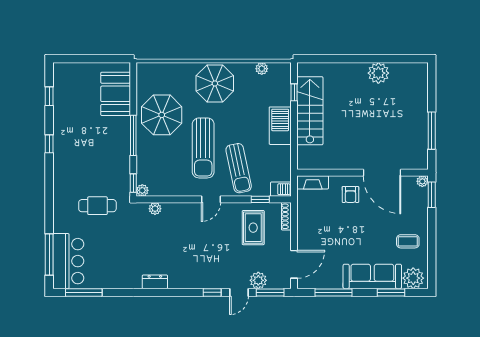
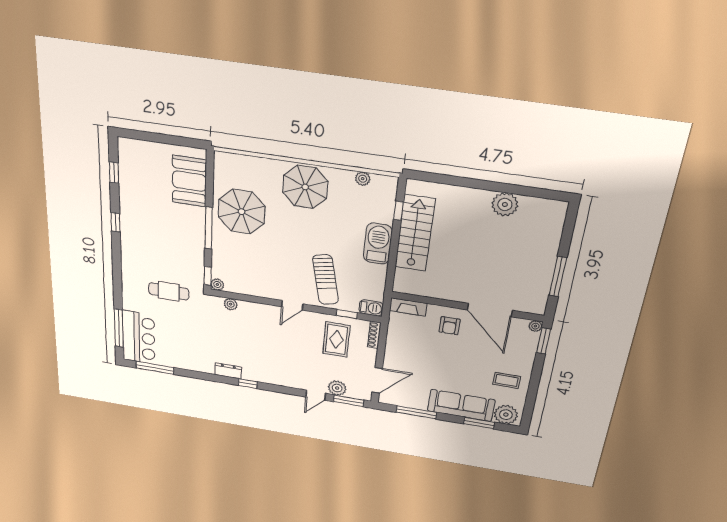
sun lounger: (203, 148) -> (287, 253), removed
window: (212, 292) -> (248, 384), moved

